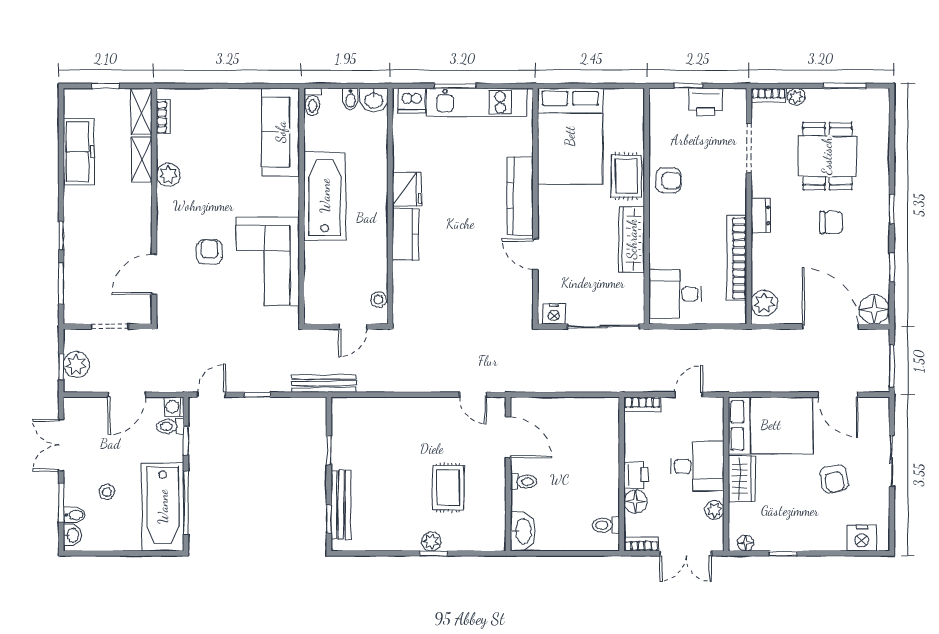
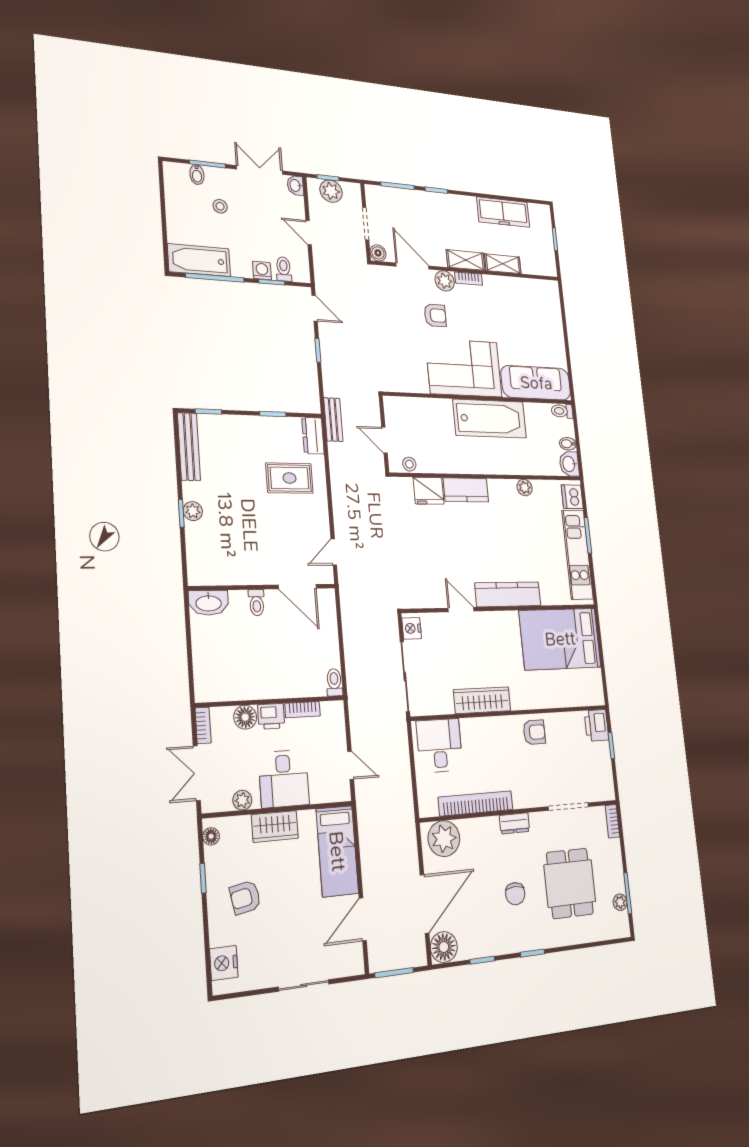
plant: (796, 97) -> (620, 902), moved
printer: (706, 102) -> (597, 725), moved
shelving: (141, 112) -> (466, 260), moved
bookcase: (163, 117) -> (469, 279), moved
dining table: (827, 156) -> (570, 883), turned 90
plant: (402, 161) -> (525, 488), added
plant: (168, 175) -> (445, 281), moved
rug: (626, 176) -> (534, 692), removed
armchair: (668, 180) -> (534, 732), turned -90
fridge: (407, 189) -> (429, 491), moved
door: (535, 254) -> (461, 610), hinge flipped
corner sofa: (268, 261) -> (464, 368), moved
plant: (764, 303) -> (444, 839), width x1.36, depth x1.36
boiler: (142, 315) -> (378, 253), added
bench: (324, 383) -> (333, 420), width x0.73
door: (127, 395) -> (309, 233), width x0.73
bookcase: (642, 404) -> (303, 710), moved, turned -90
washing machine: (174, 407) -> (262, 271), moved
dresser: (351, 408) -> (313, 436), added
bed: (771, 425) -> (337, 851), width x0.67
door: (508, 437) -> (297, 587), hinge flipped
armchair: (834, 479) -> (245, 897), moved
rug: (448, 488) -> (289, 478), moved
bench: (341, 505) -> (189, 447), moved, turned 90
bathtub: (163, 507) -> (199, 260), width x0.73, depth x0.73
toilet: (606, 525) -> (334, 682), moved
washbasin: (72, 535) -> (295, 185), moved, turned 90

